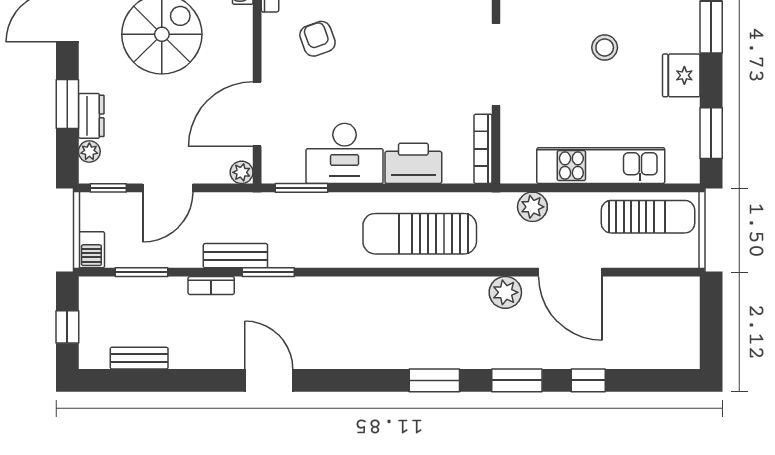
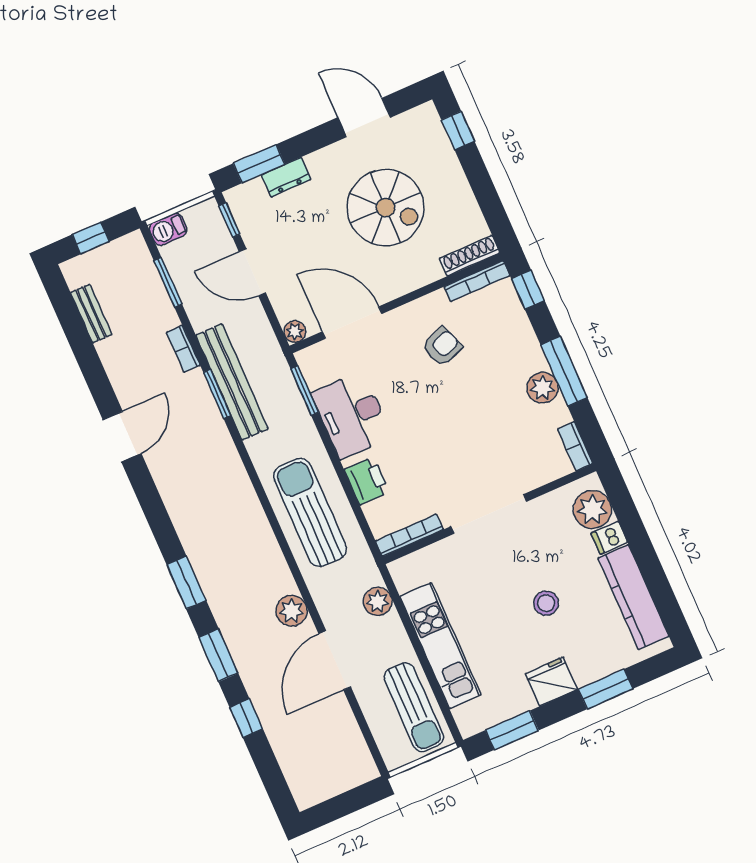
window: (67, 104) -> (259, 164), moved
plant: (89, 151) -> (254, 189), removed
printer: (413, 163) -> (367, 481), width x0.73, depth x0.84
bench: (235, 256) -> (232, 382), width x1.86, depth x1.21

